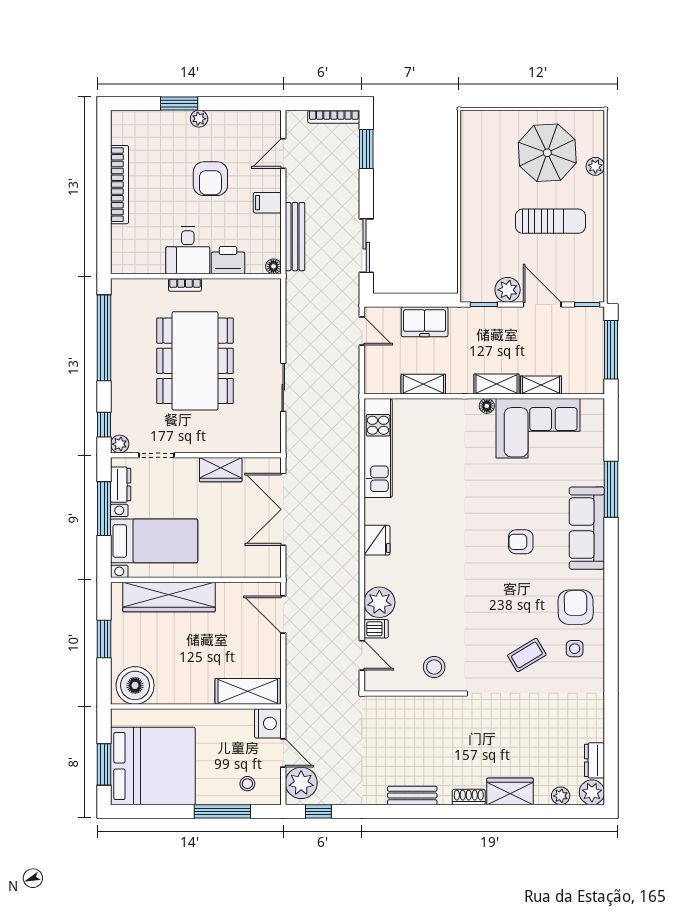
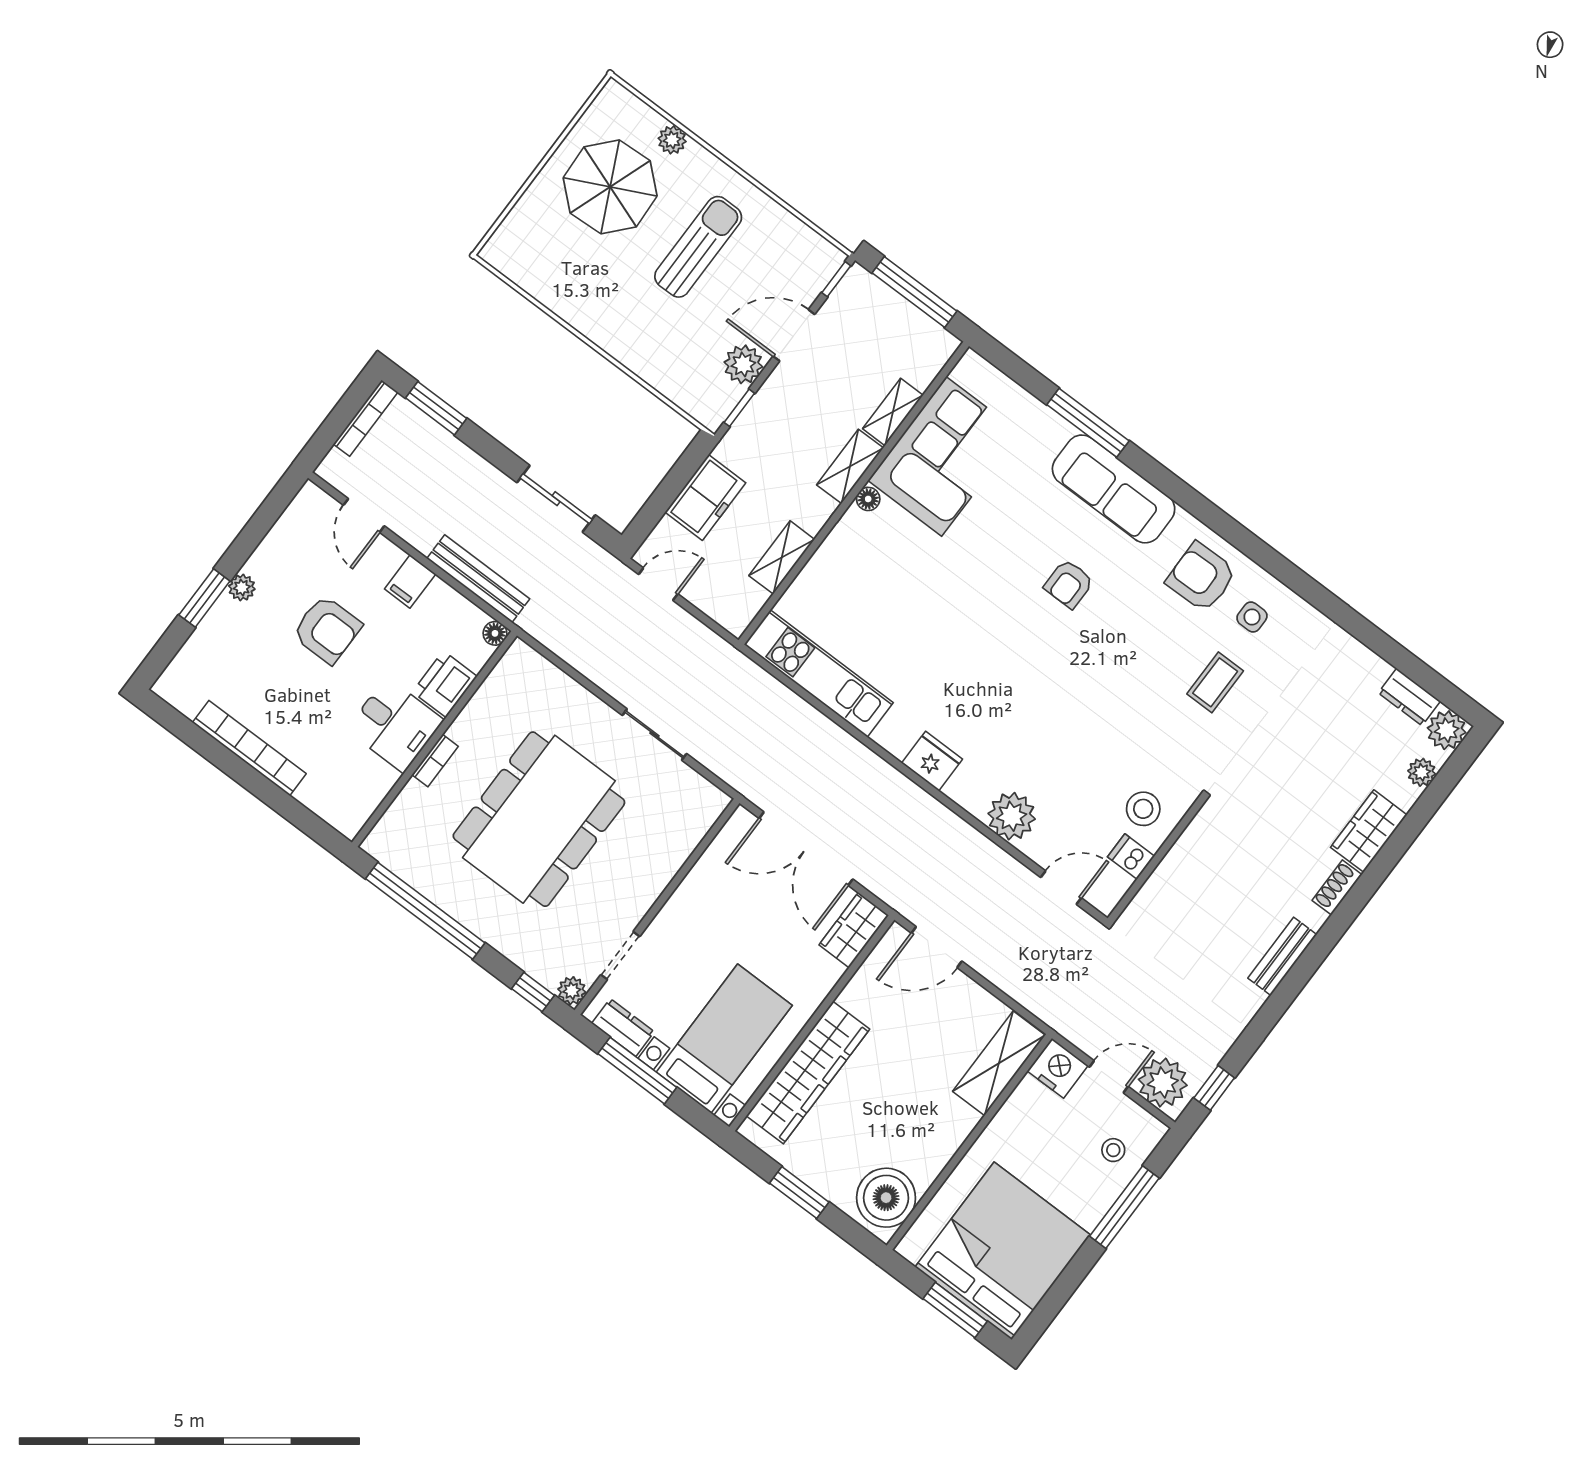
dining table: (195, 361) -> (539, 819), turned 90
wardrobe: (221, 470) -> (854, 930), moved, turned 180
dishwasher: (376, 629) -> (1131, 857), moved, turned -90
coffee table: (527, 655) -> (1215, 682), turned 31

